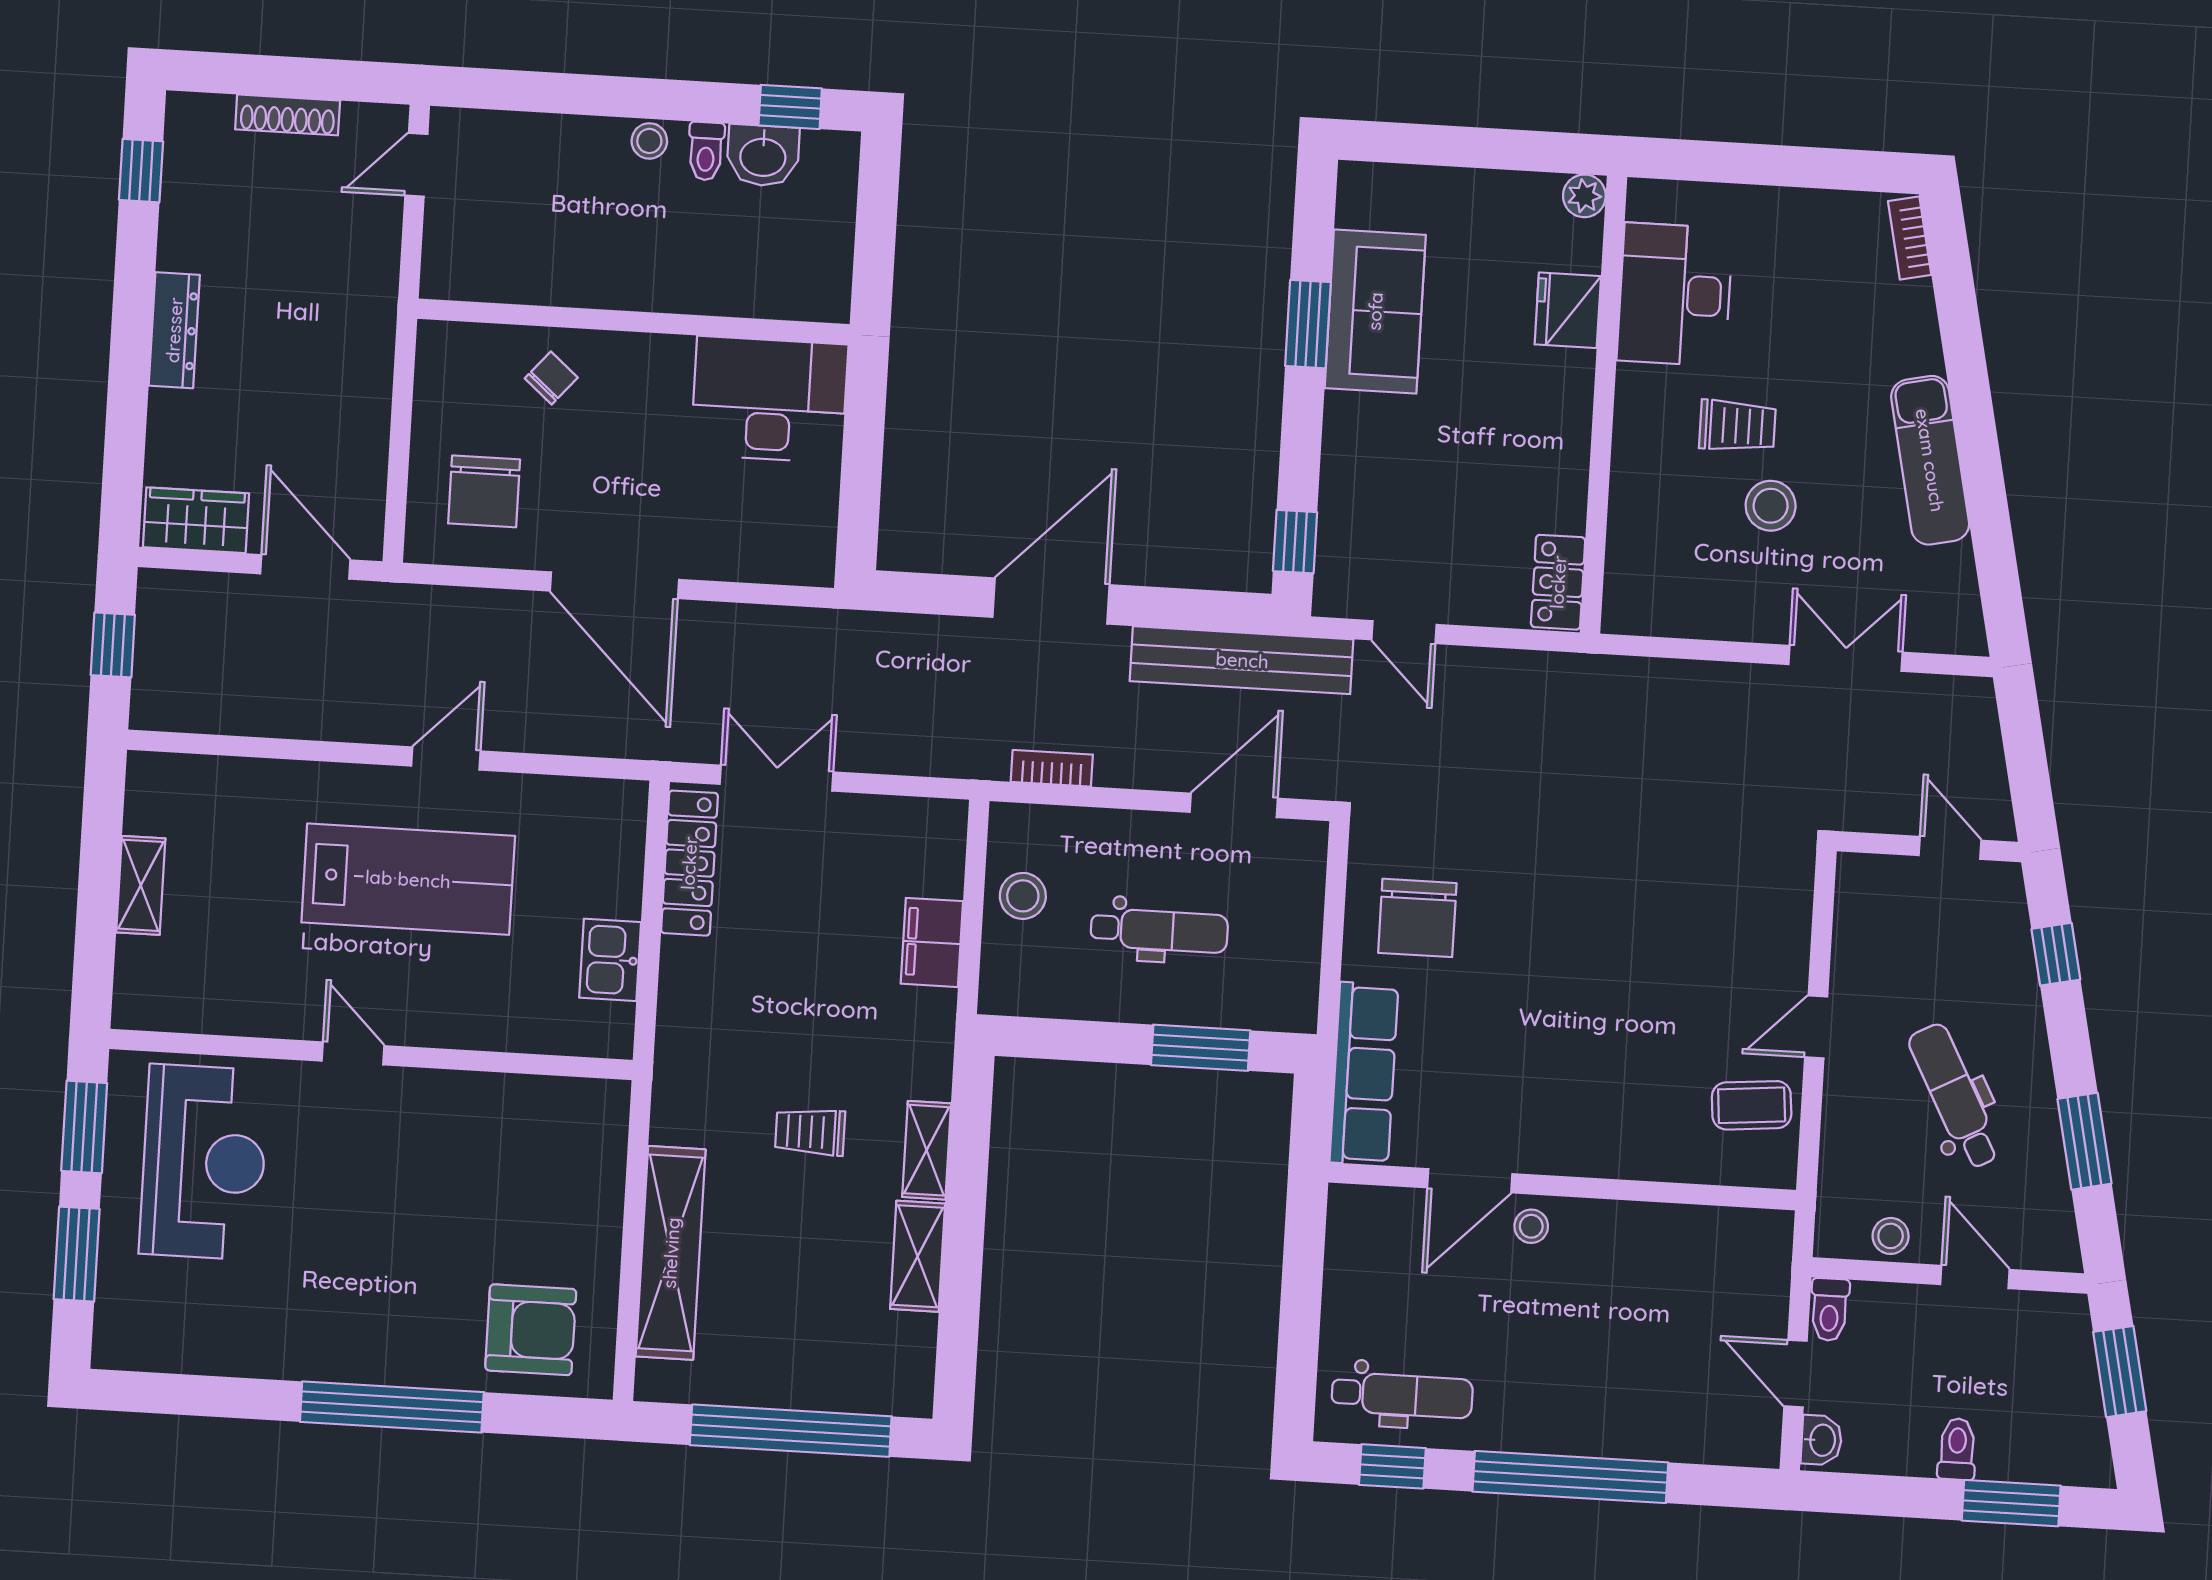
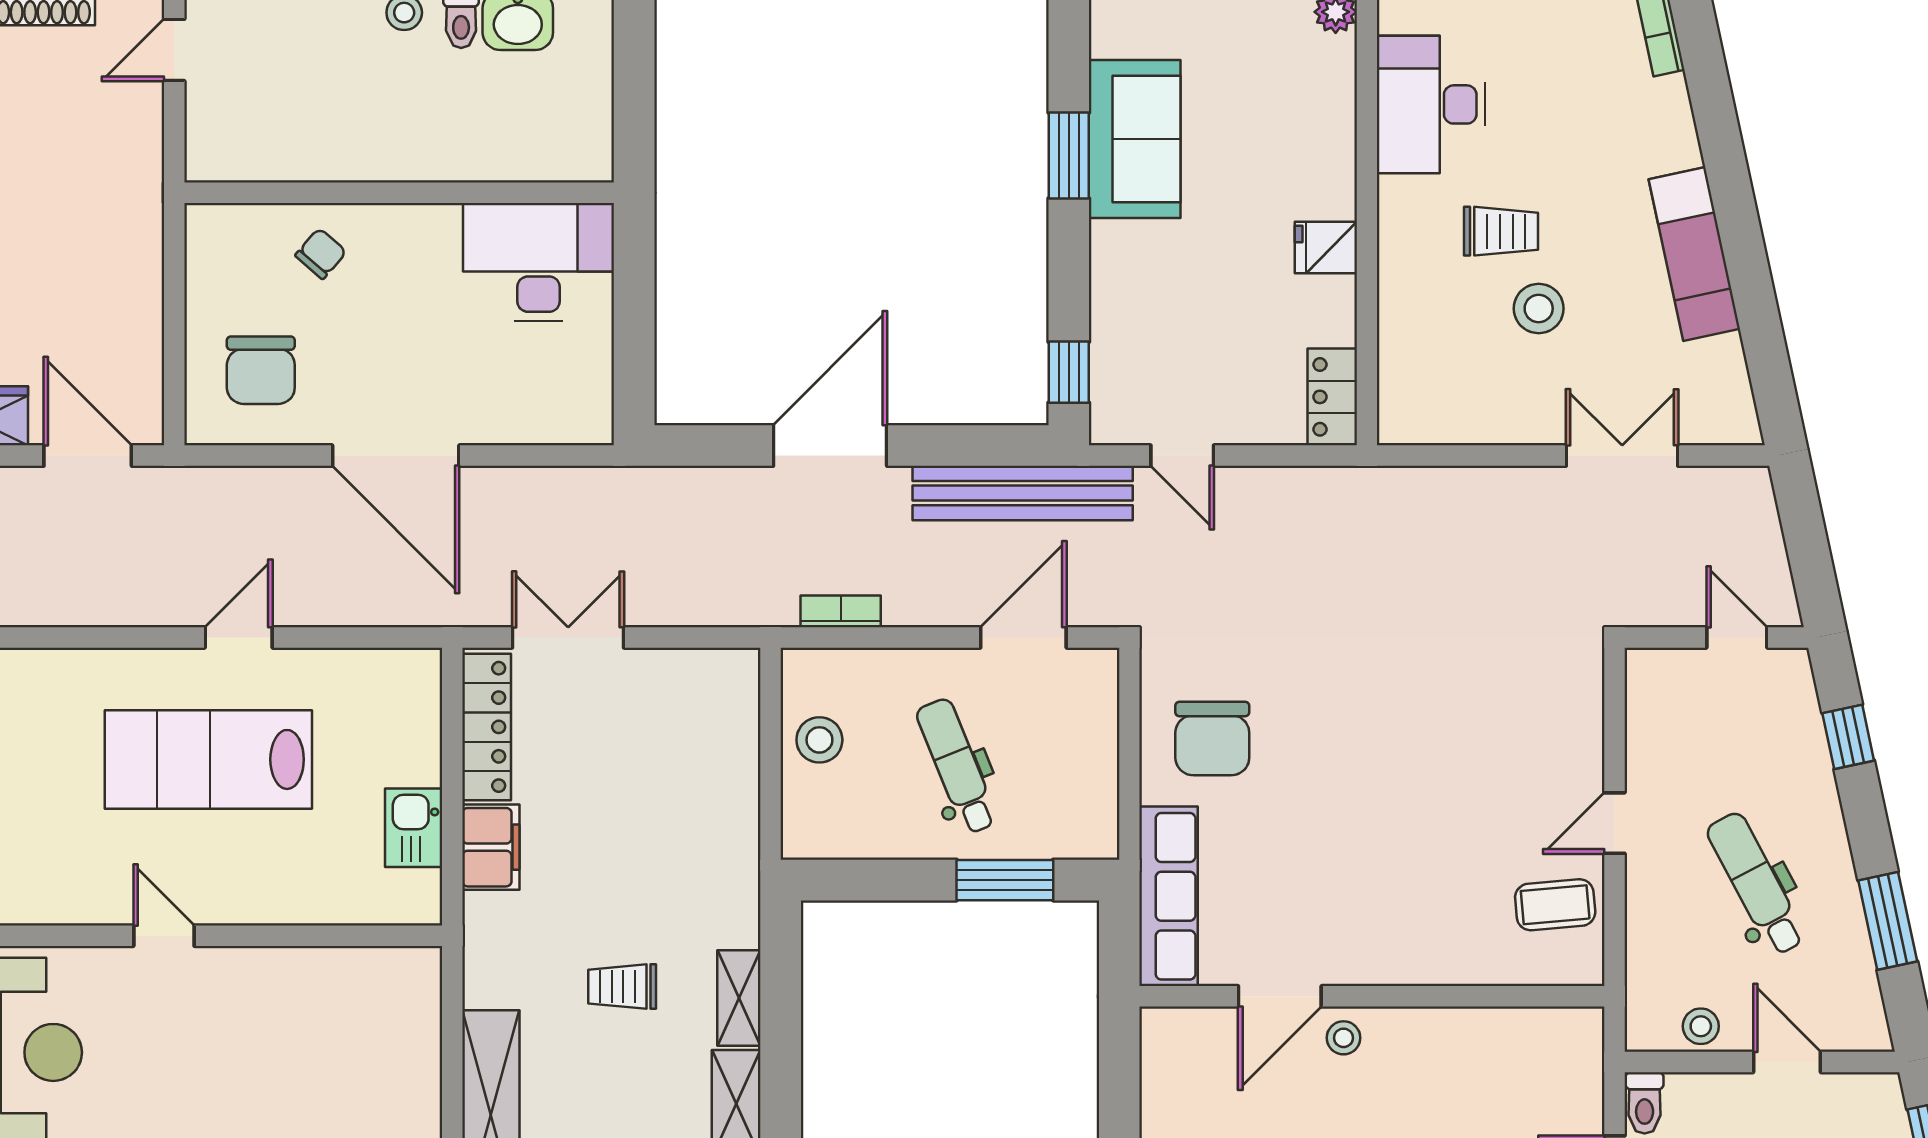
fridge: (1568, 310) -> (1326, 247), moved, width x0.72
lab bench: (408, 879) -> (208, 759), turned 180
dental chair: (1159, 930) -> (957, 766), turned -112
filing cabinet: (932, 942) -> (491, 847), moved, turned 180

